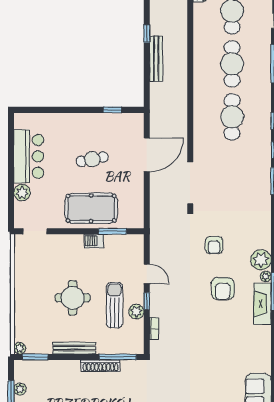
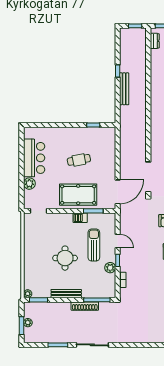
door: (147, 155) -> (118, 192), moved
sun lounger: (114, 305) -> (94, 245), moved

